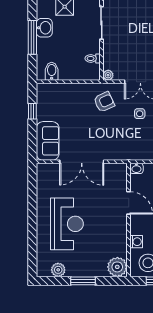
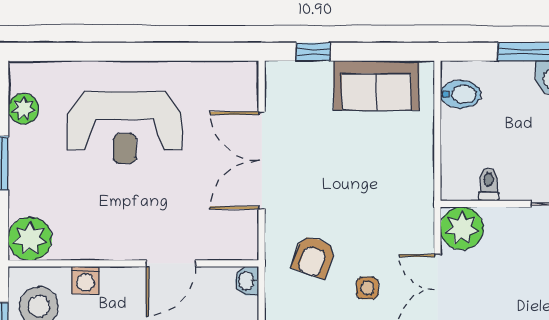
plant: (108, 75) -> (462, 228), width x1.87, depth x1.87
armchair: (104, 102) -> (314, 257), moved, turned 44
window: (32, 111) -> (313, 52), moved
sofa: (48, 141) -> (376, 85), moved

